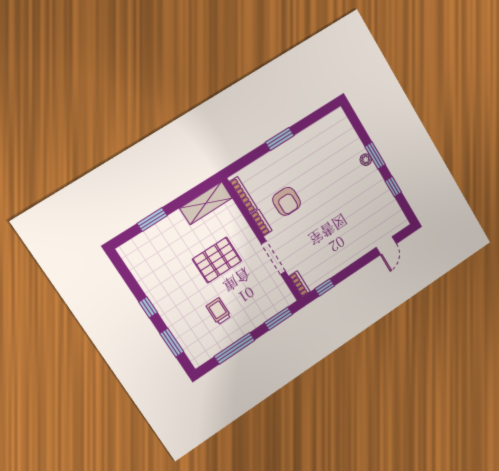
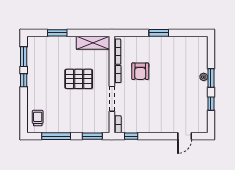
trolley: (218, 311) -> (38, 118), moved
window: (172, 343) -> (24, 57), moved

